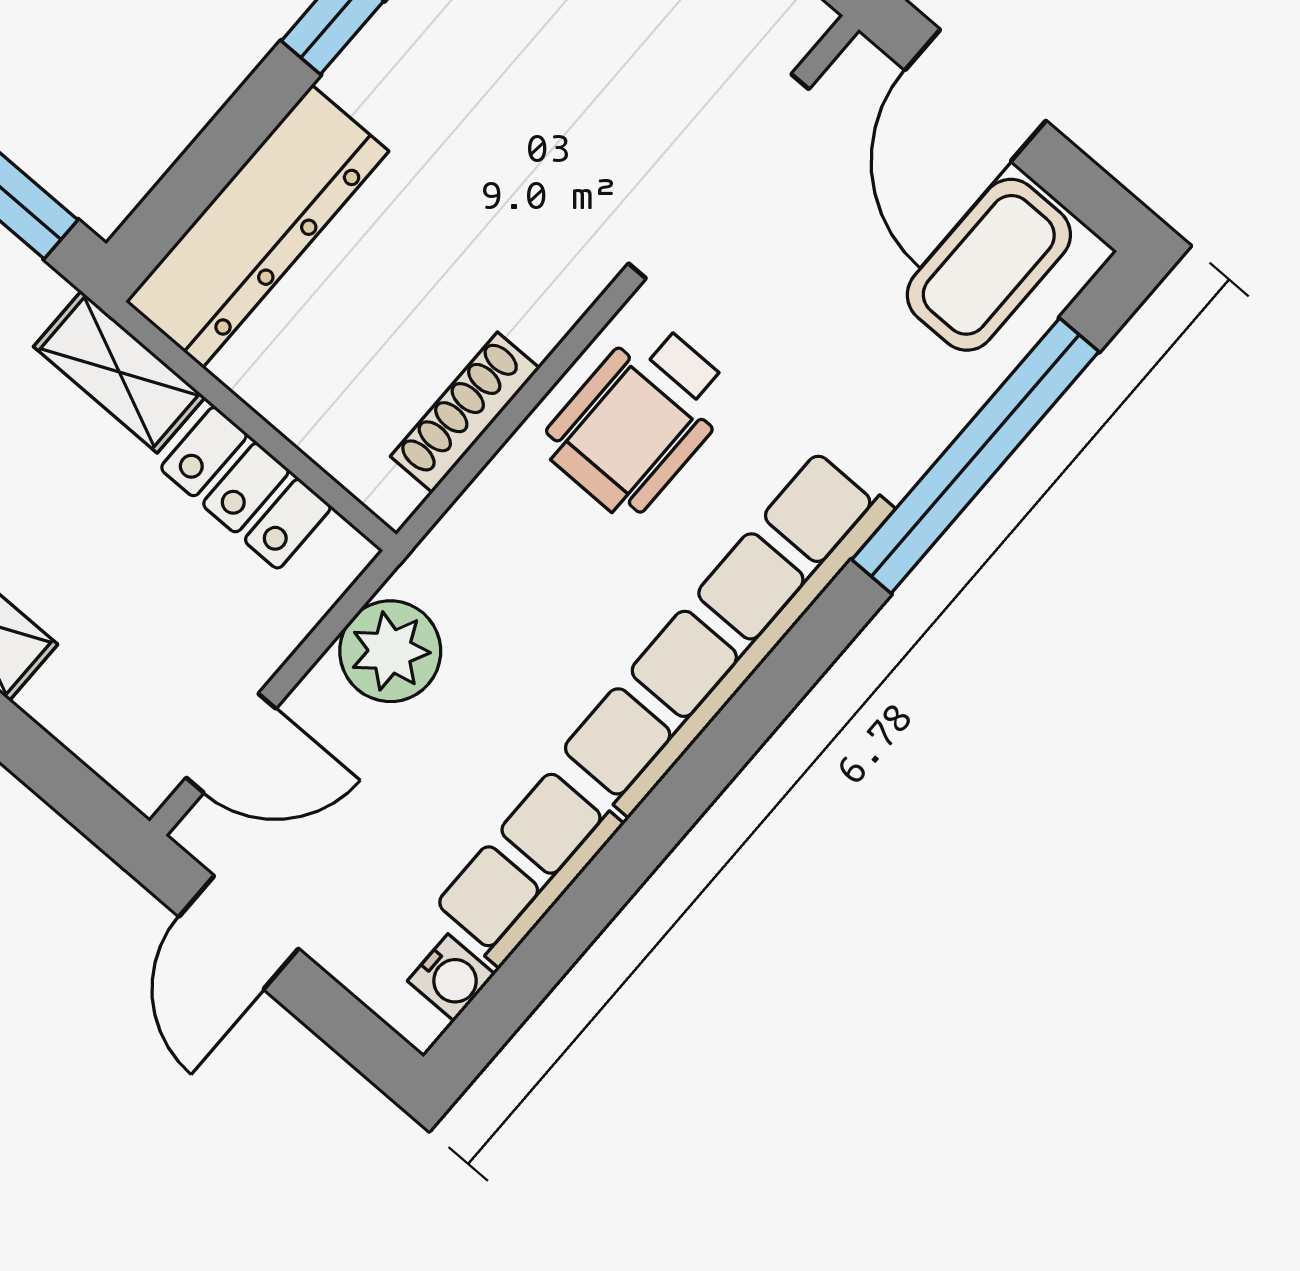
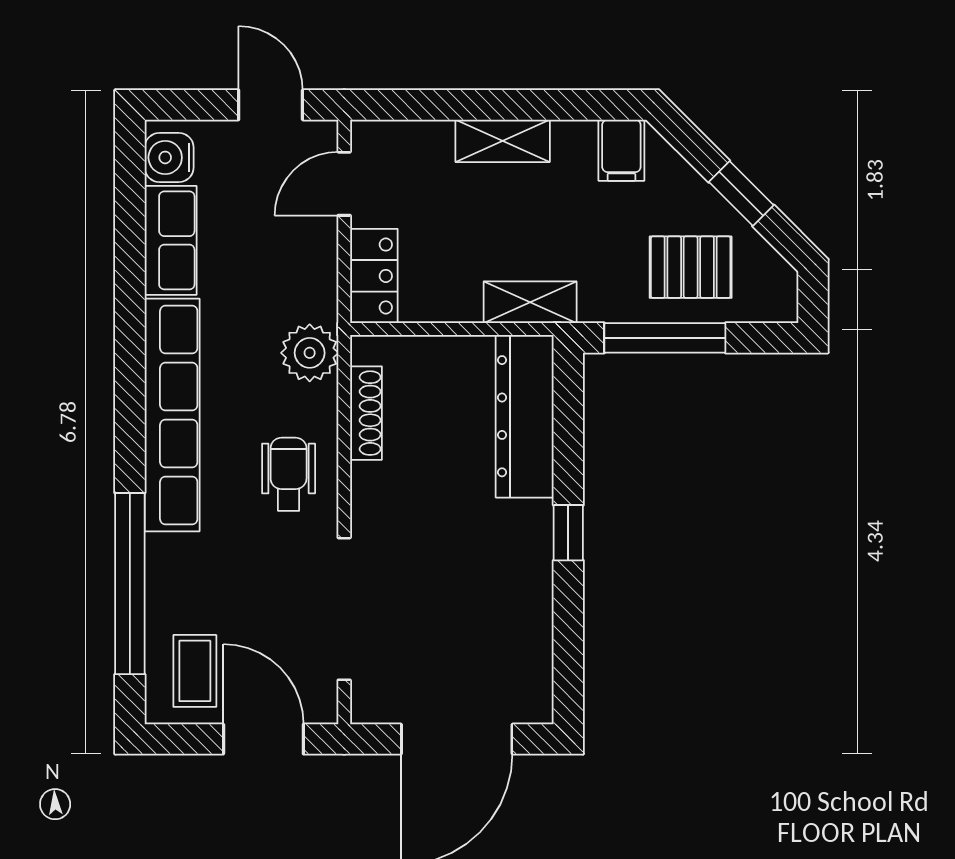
coffee table: (989, 265) -> (195, 671), width x0.73, depth x0.77
wheelchair: (639, 419) -> (289, 474), width x0.73, depth x0.73
locker: (246, 488) -> (374, 276), moved, turned 90
plant: (390, 651) -> (310, 353), moved
water cooler: (451, 978) -> (169, 157), width x1.38, depth x1.38

